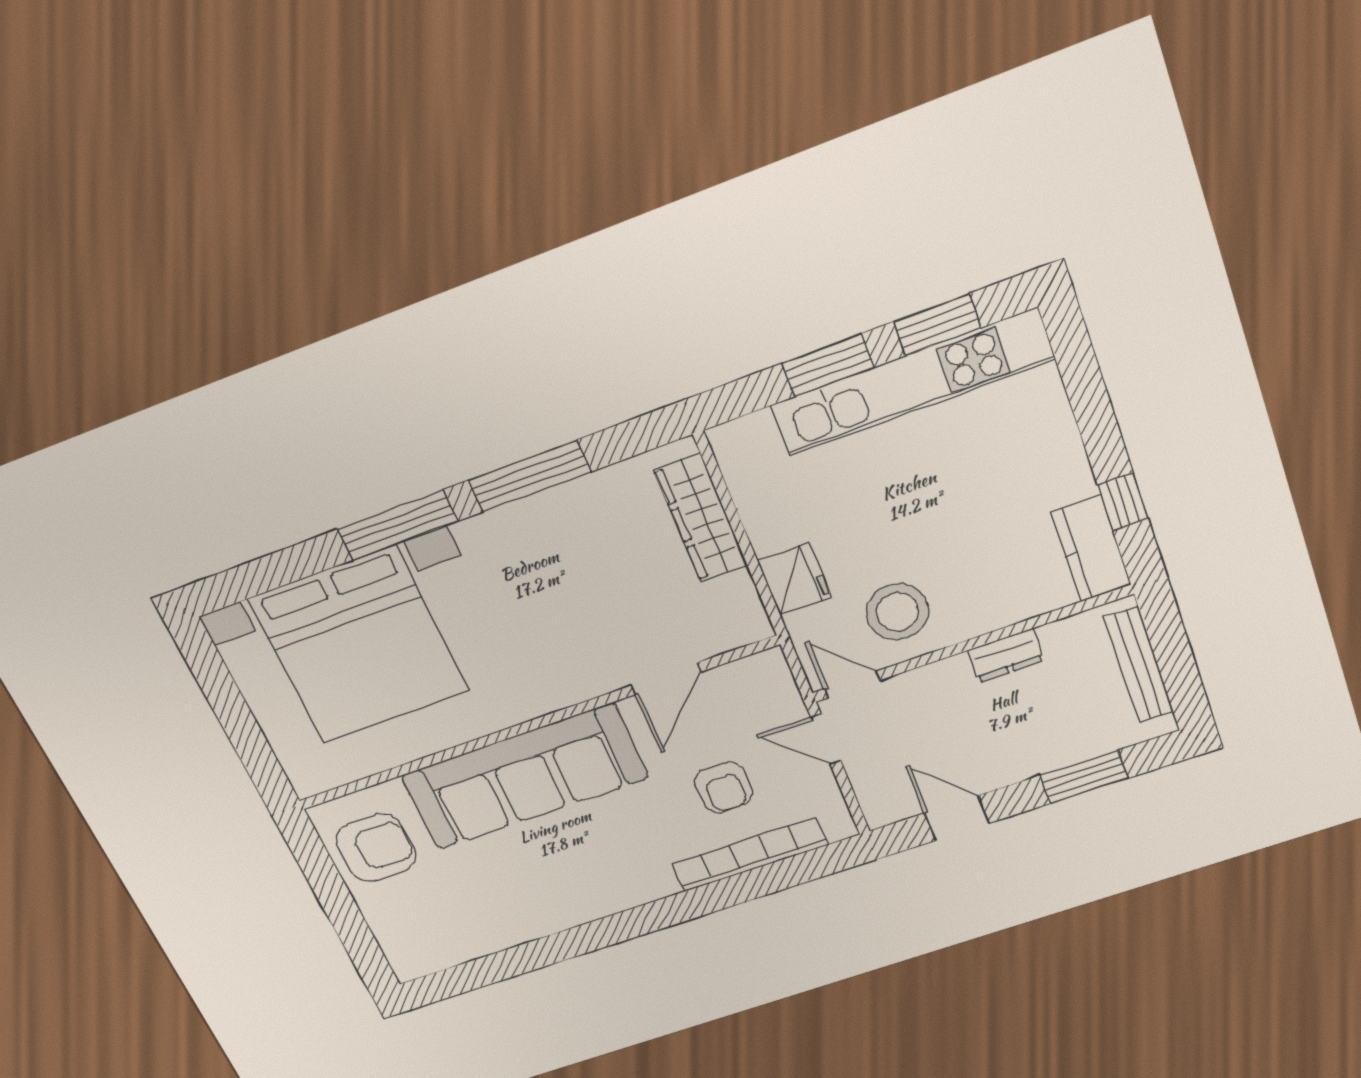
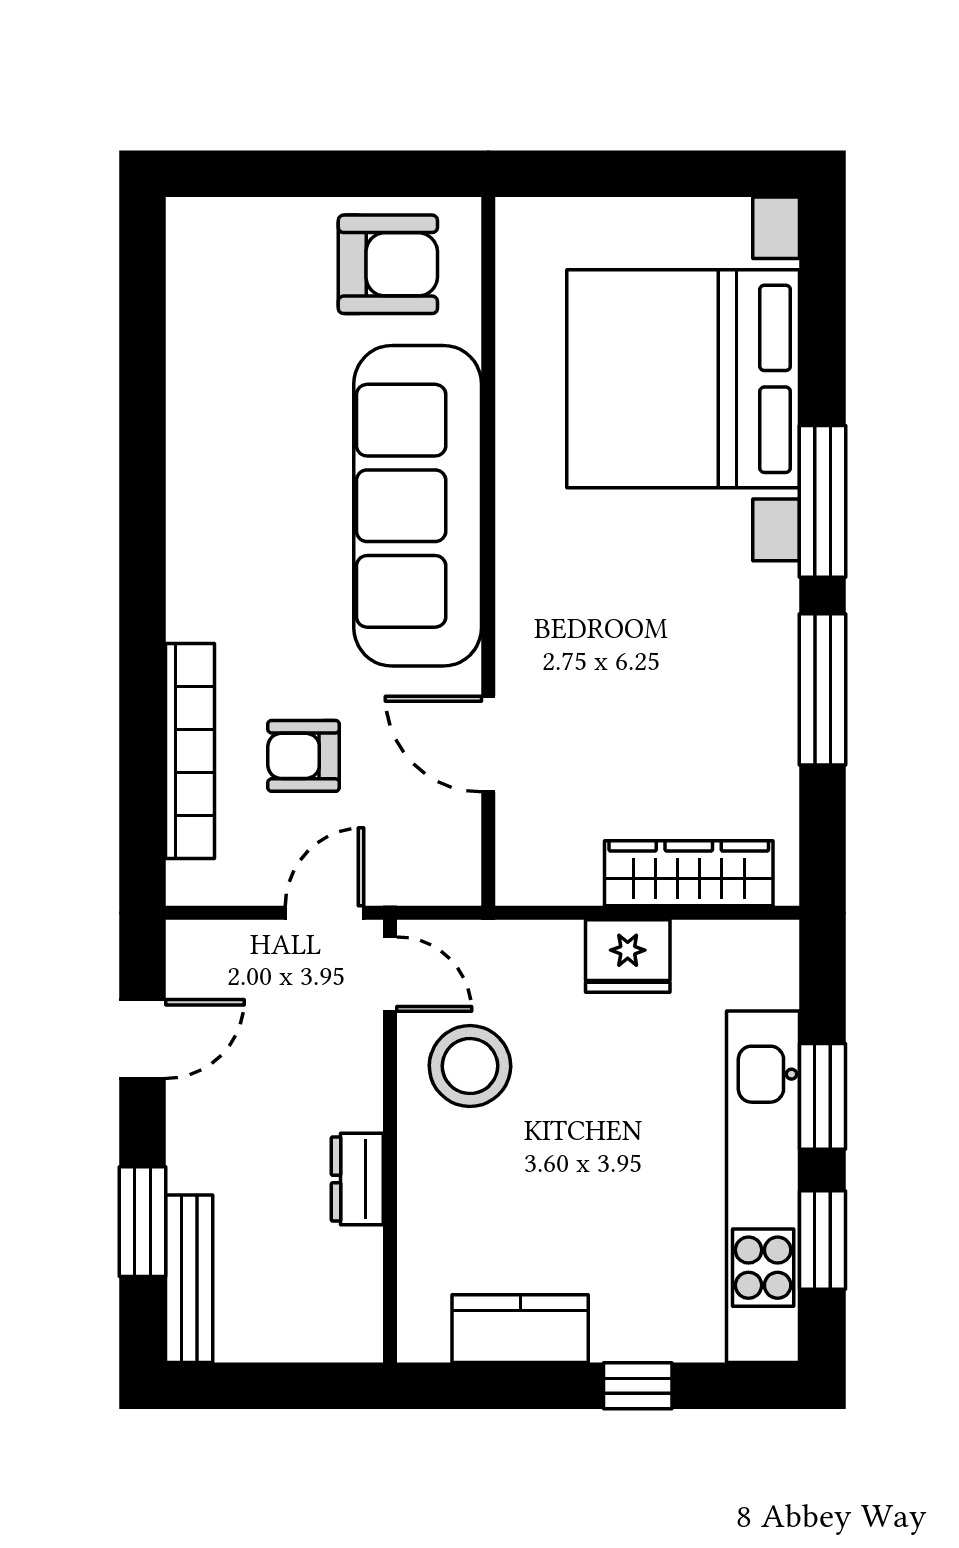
window: (1123, 502) -> (638, 1386), moved
kitchen counter: (1091, 549) -> (520, 1329), moved
fridge: (794, 579) -> (628, 956), moved
bench: (1139, 665) -> (189, 1279), moved, turned 90
door: (852, 685) -> (390, 974), hinge flipped
armchair: (376, 848) -> (388, 264), turned -90

